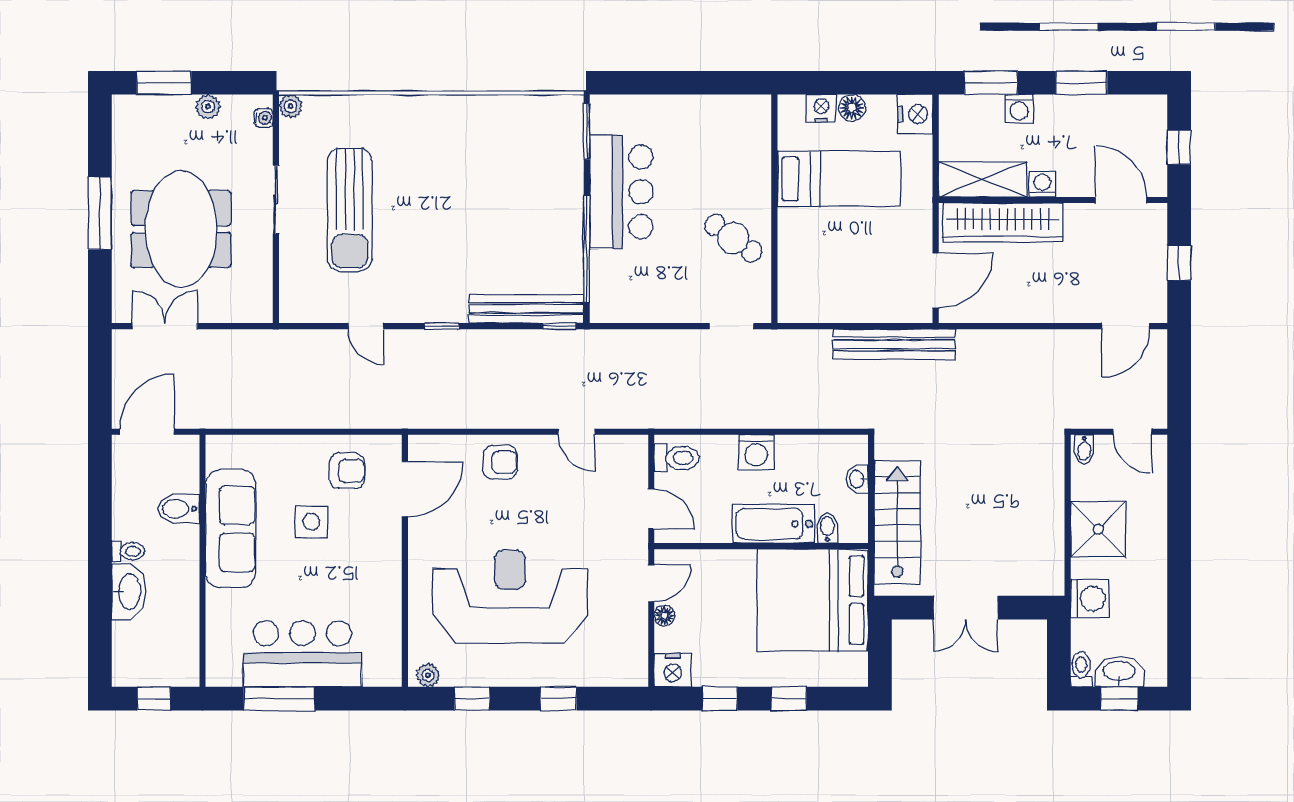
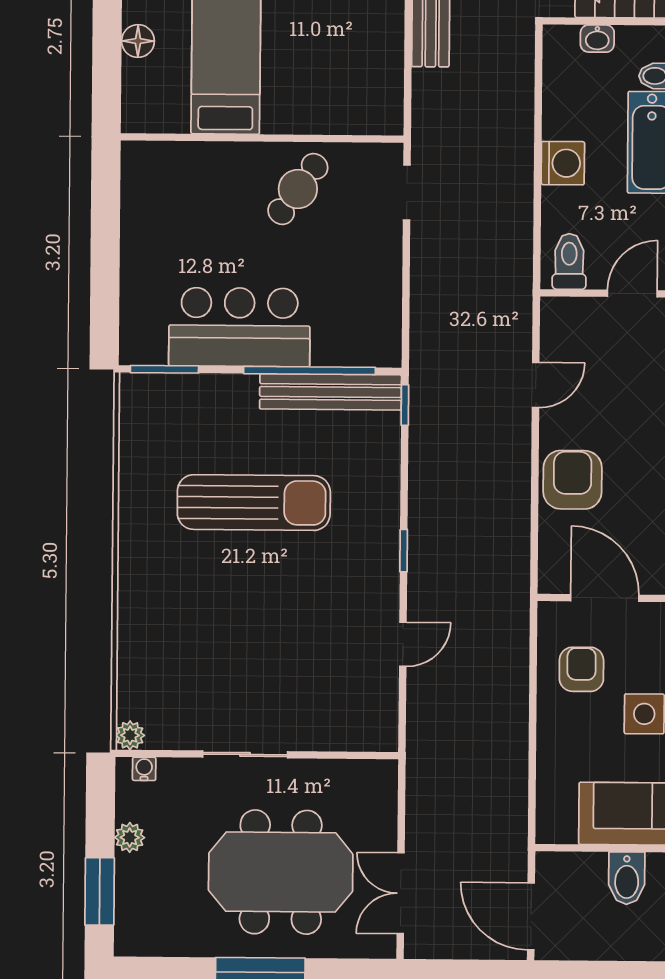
nightstand: (821, 108) -> (138, 79), removed
sun lounger: (350, 210) -> (254, 503), moved
bench: (526, 309) -> (331, 392), moved, turned 90
armchair: (500, 462) -> (573, 480), width x1.38, depth x1.38

